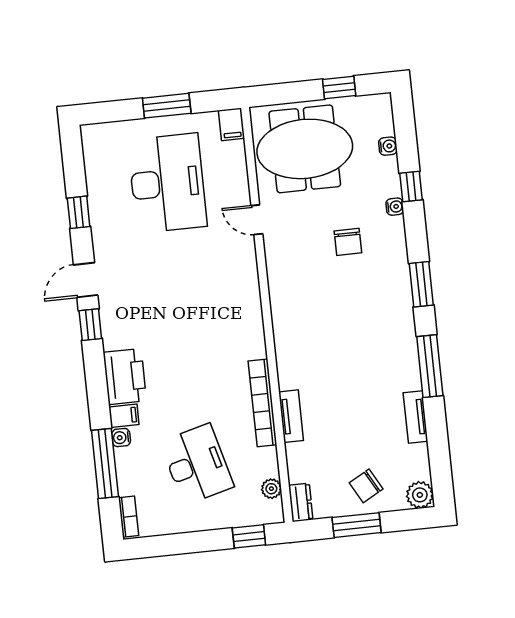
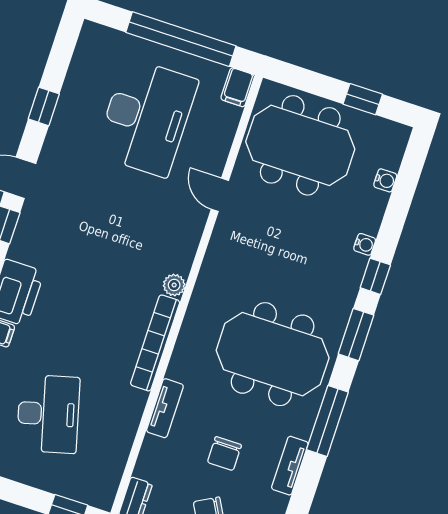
window: (167, 106) -> (181, 39), width x2.11
window: (411, 187) -> (375, 276), moved
chair: (348, 242) -> (224, 454), moved
meeting table: (360, 331) -> (273, 354), added
bookcase: (263, 403) -> (155, 343), moved
plant: (271, 489) -> (174, 285), moved

